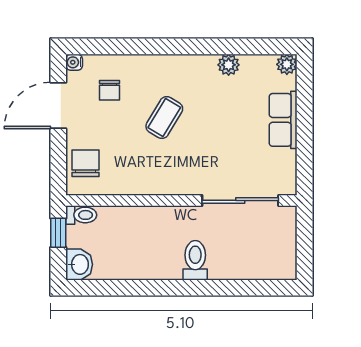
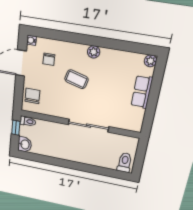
plant: (229, 65) -> (94, 52), moved
coffee table: (164, 117) -> (76, 79), turned 74
sliding door: (240, 200) -> (88, 126), moved
toilet: (195, 260) -> (125, 163), moved

